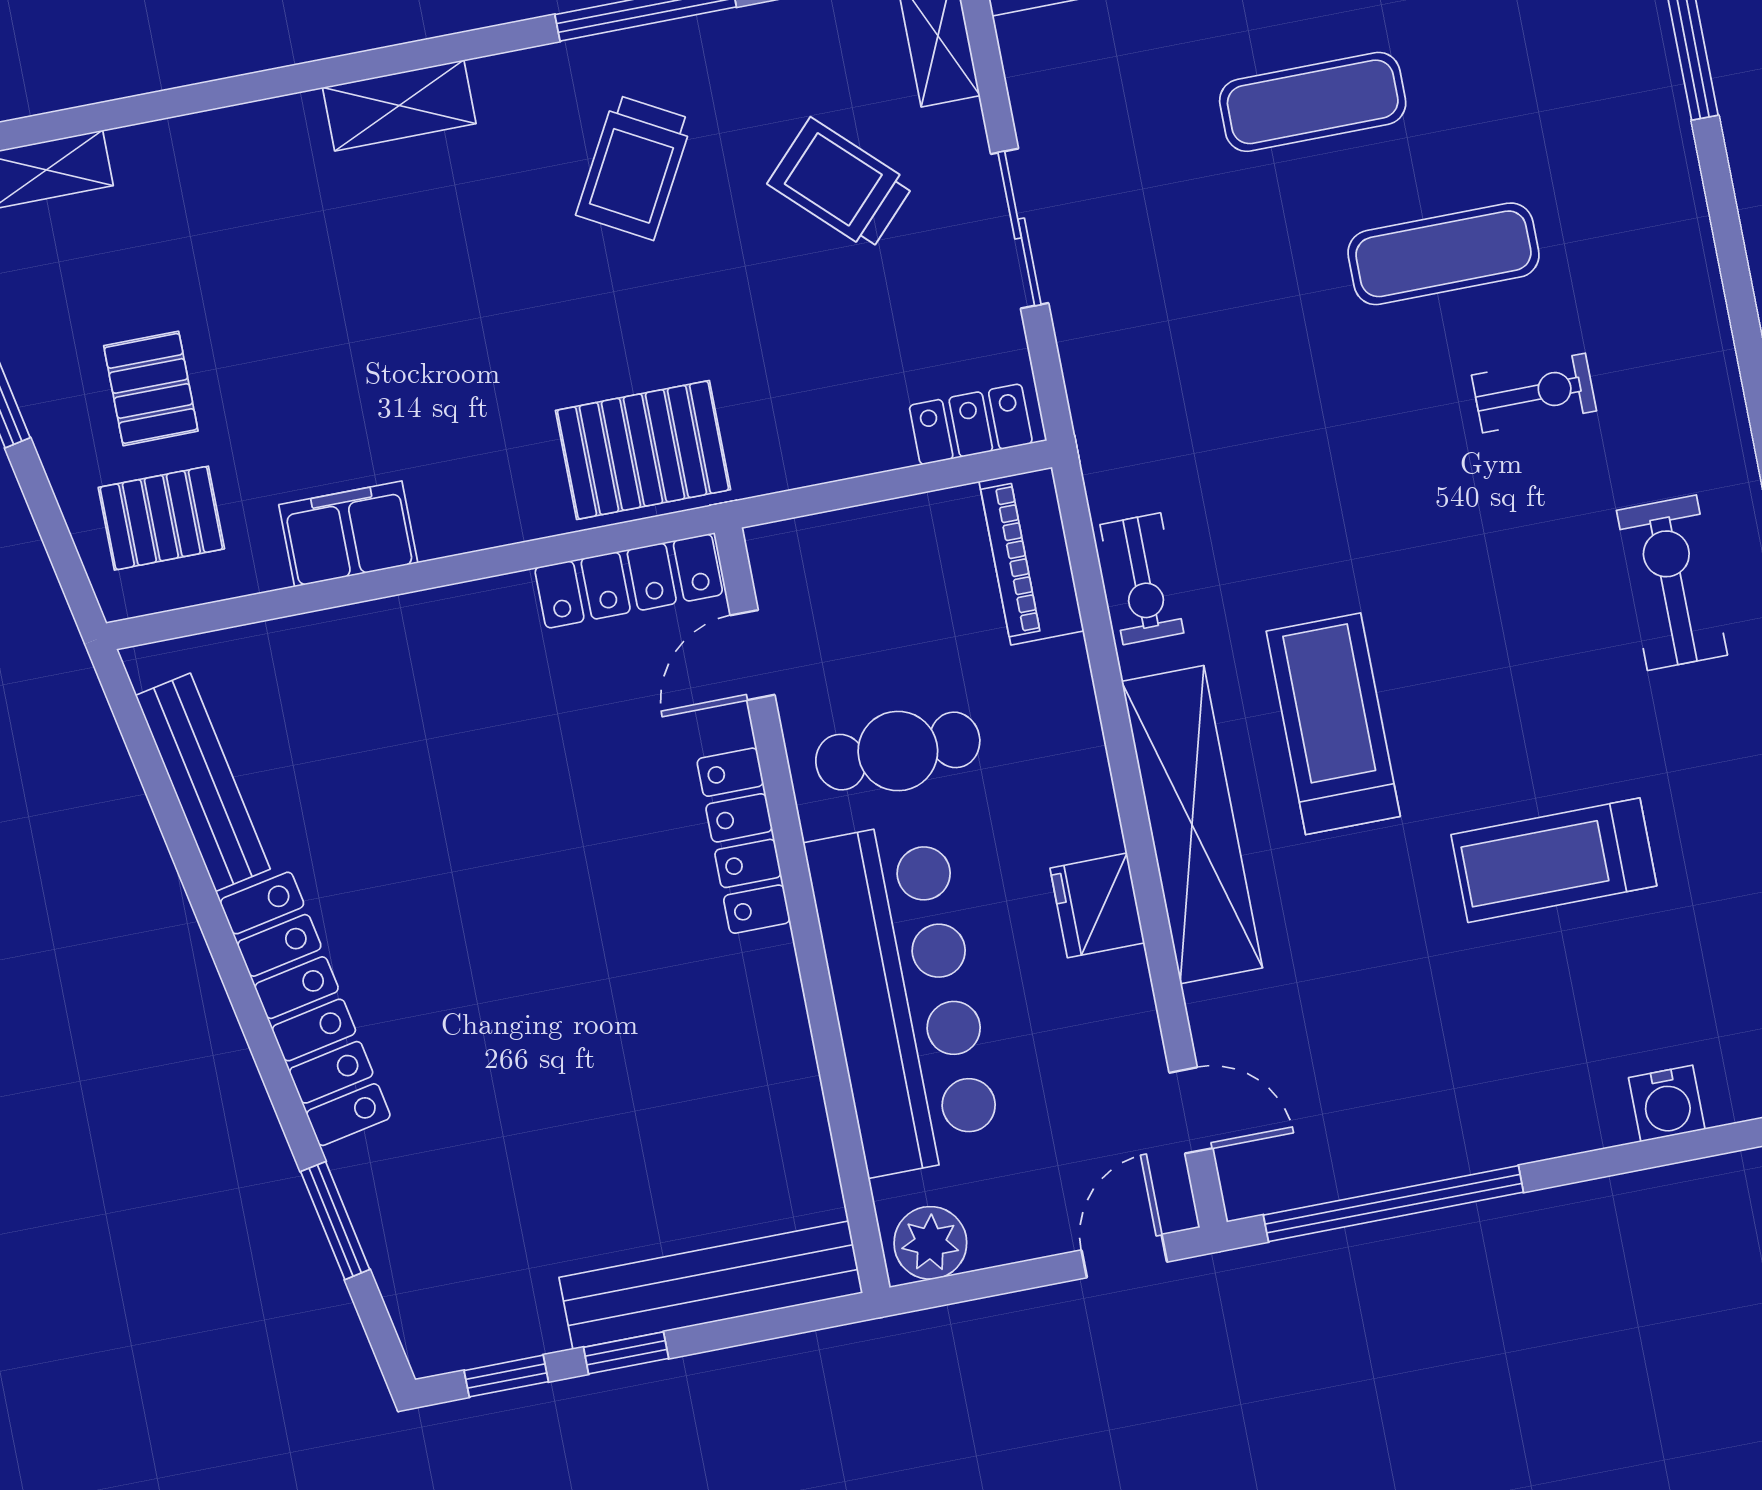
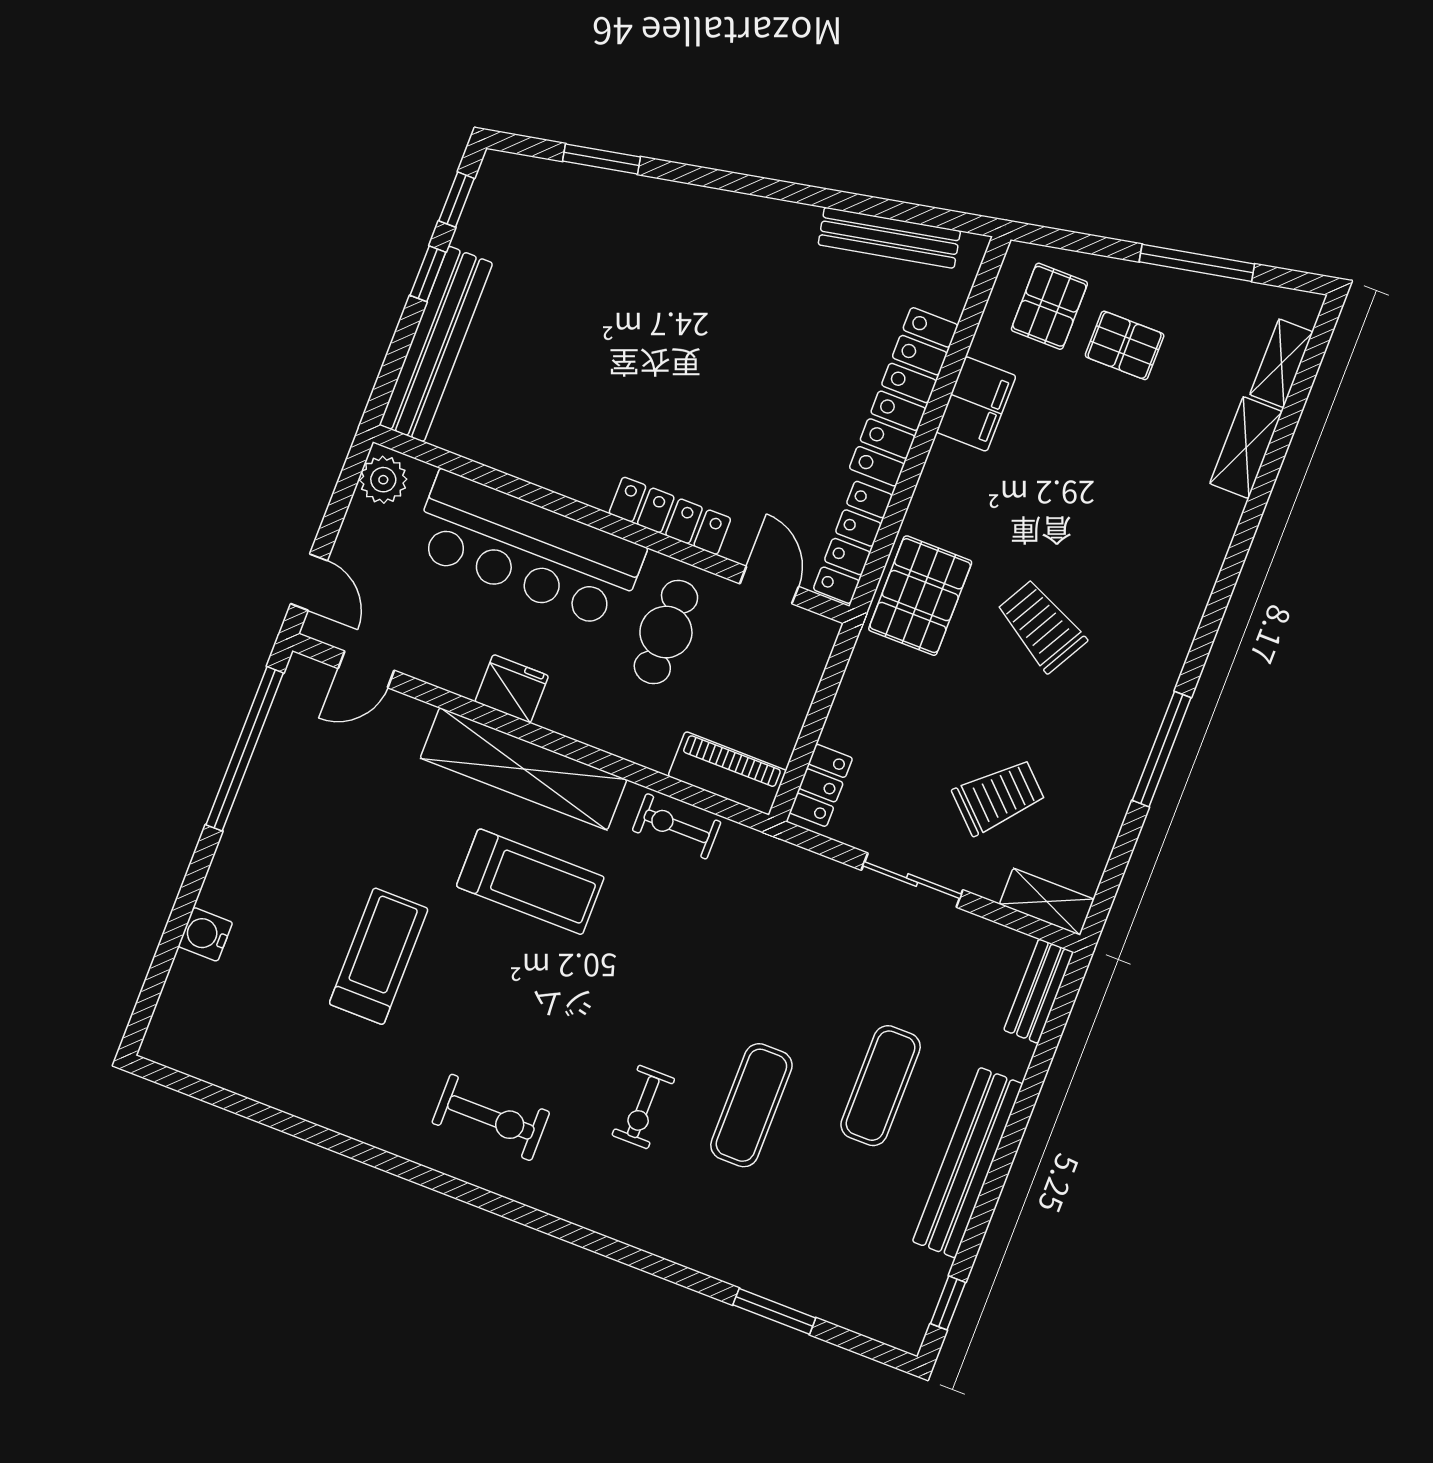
shelving: (399, 105) -> (1246, 448), moved
trolley: (634, 167) -> (1041, 626), moved
locker: (305, 1009) -> (904, 397), moved, turned 101

